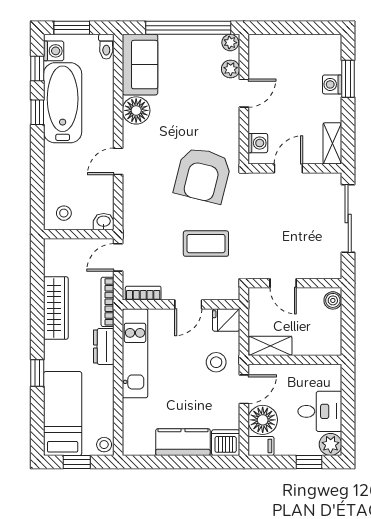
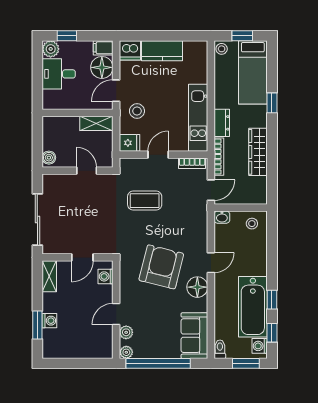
floor lamp: (136, 110) -> (197, 287), moved
armchair: (203, 175) -> (161, 267), moved

